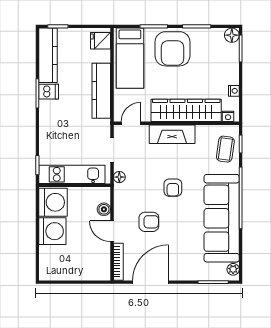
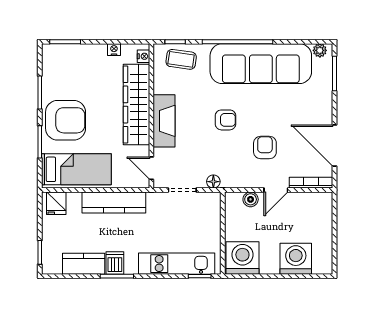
floor lamp: (232, 35) -> (50, 52), removed
kitchen counter: (48, 55) -> (84, 264), width x0.67
kitchen unit: (72, 174) -> (177, 264), moved, turned 90
washing machine: (52, 231) -> (296, 259), moved

